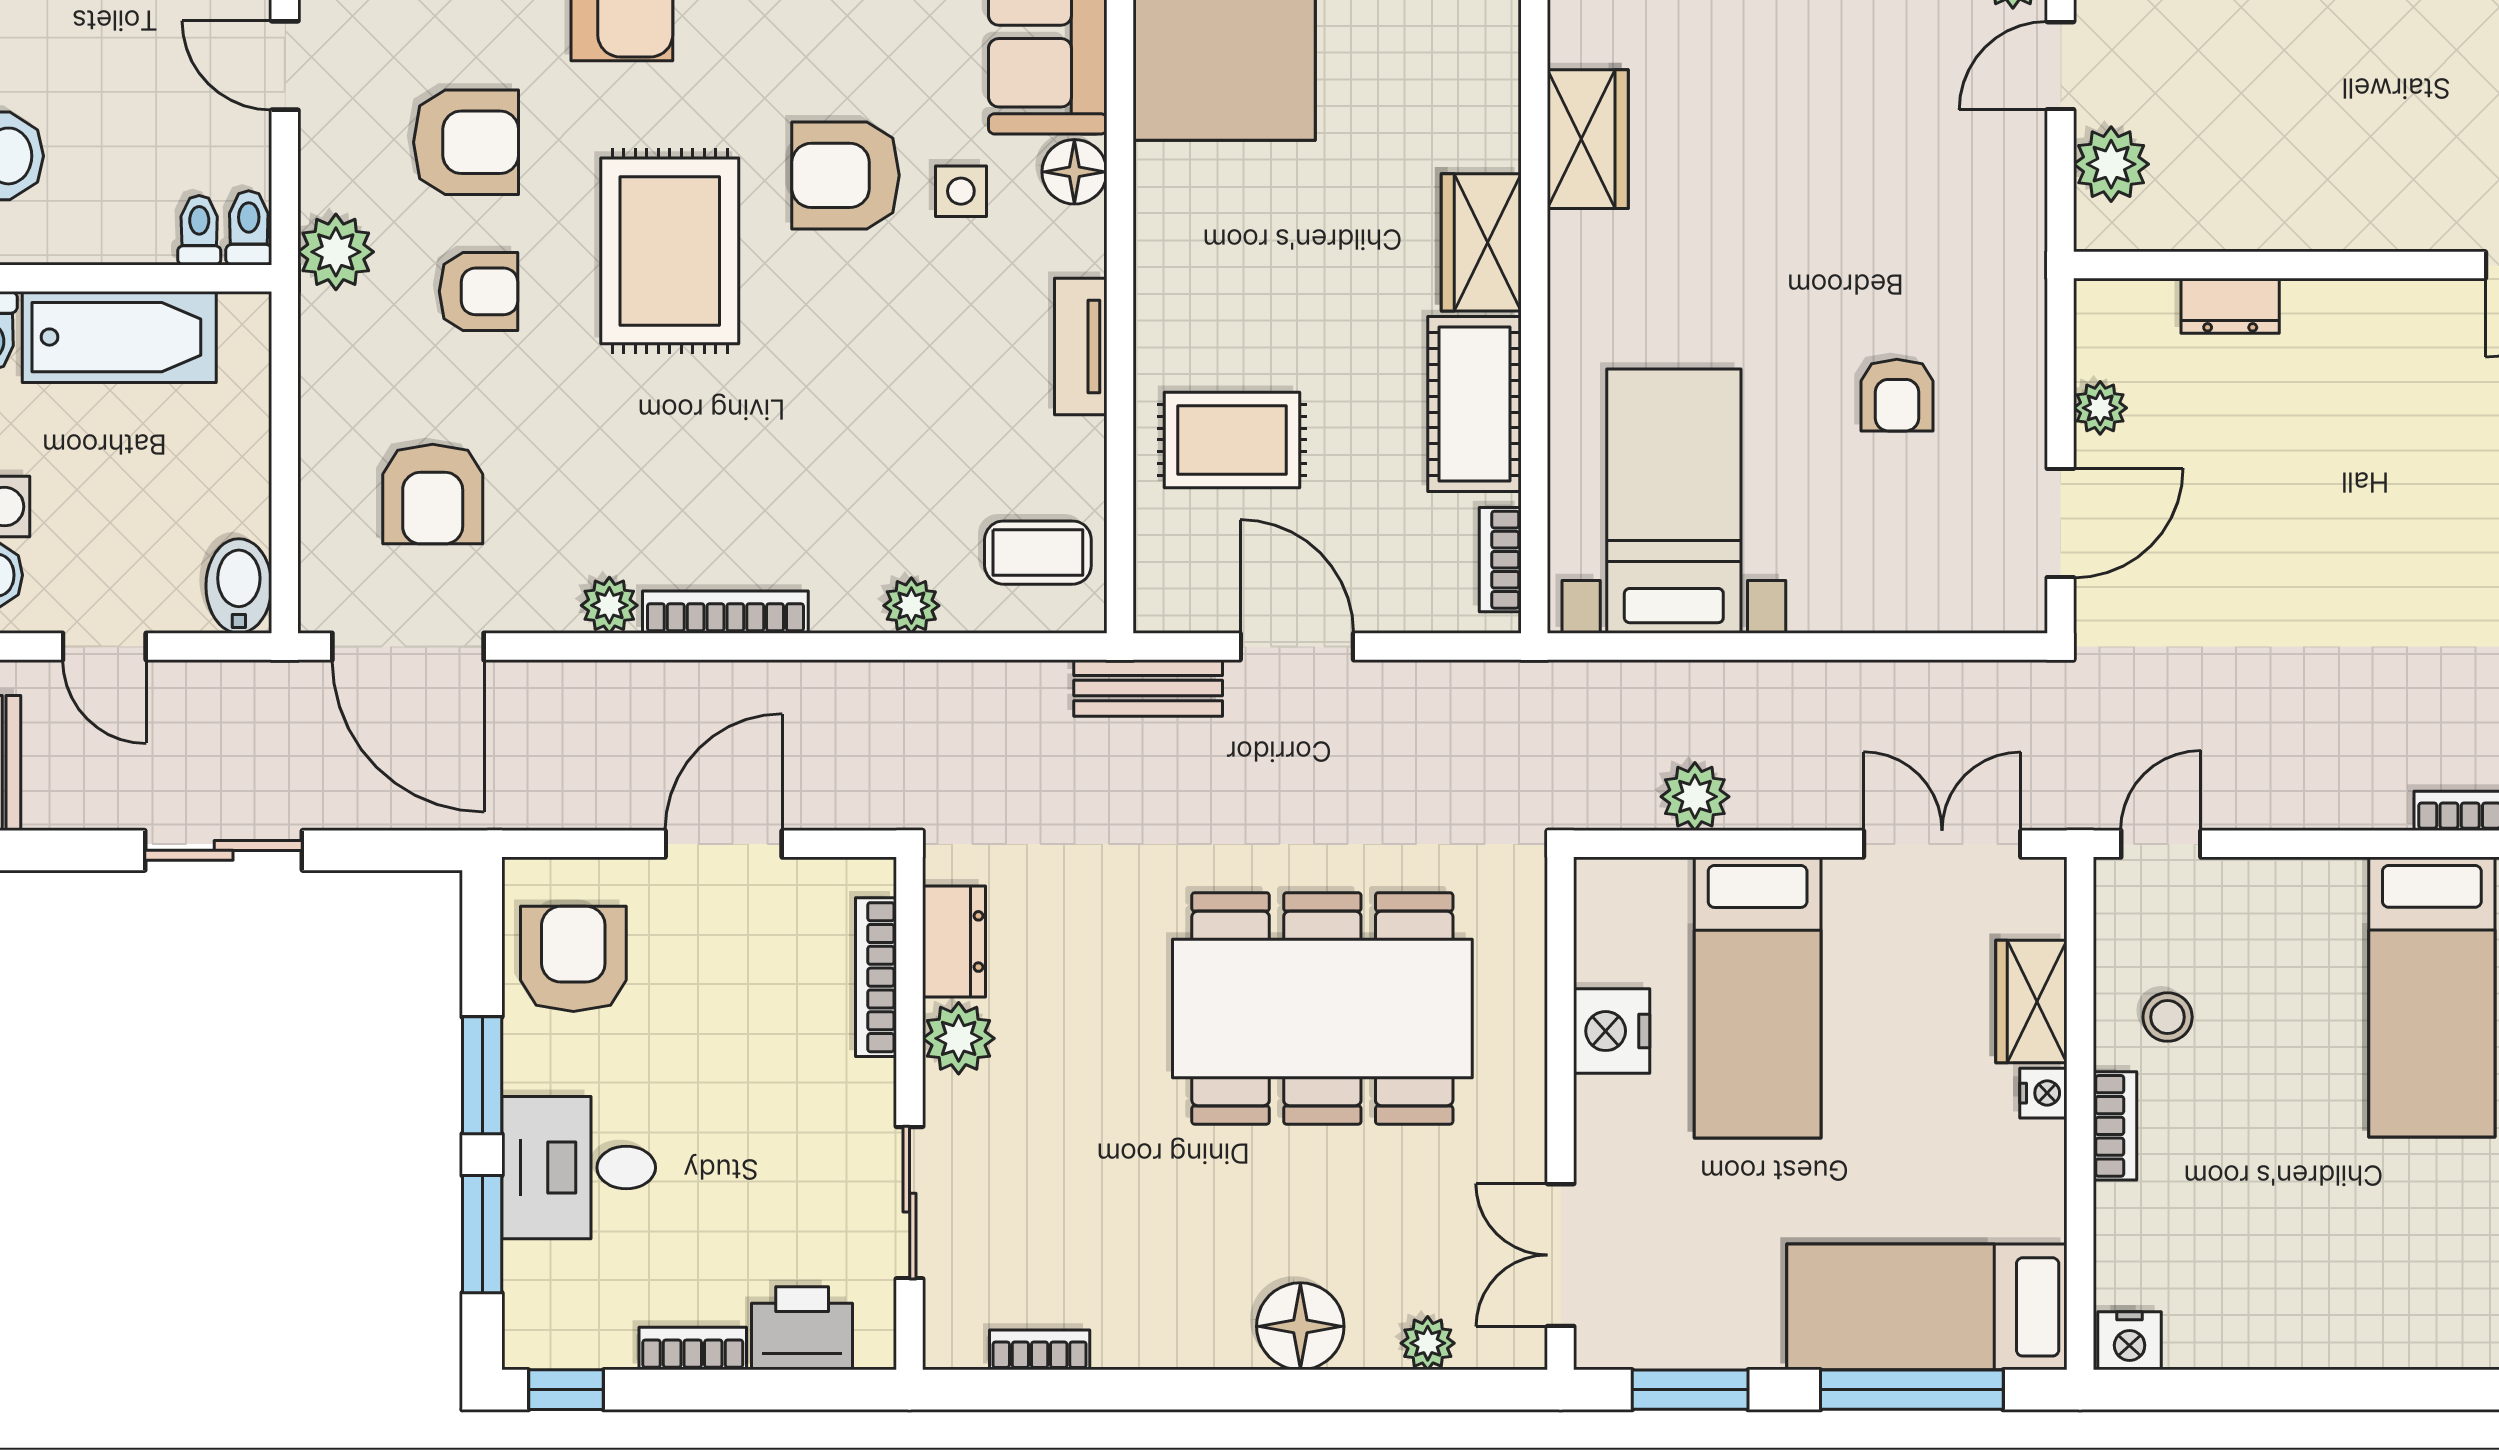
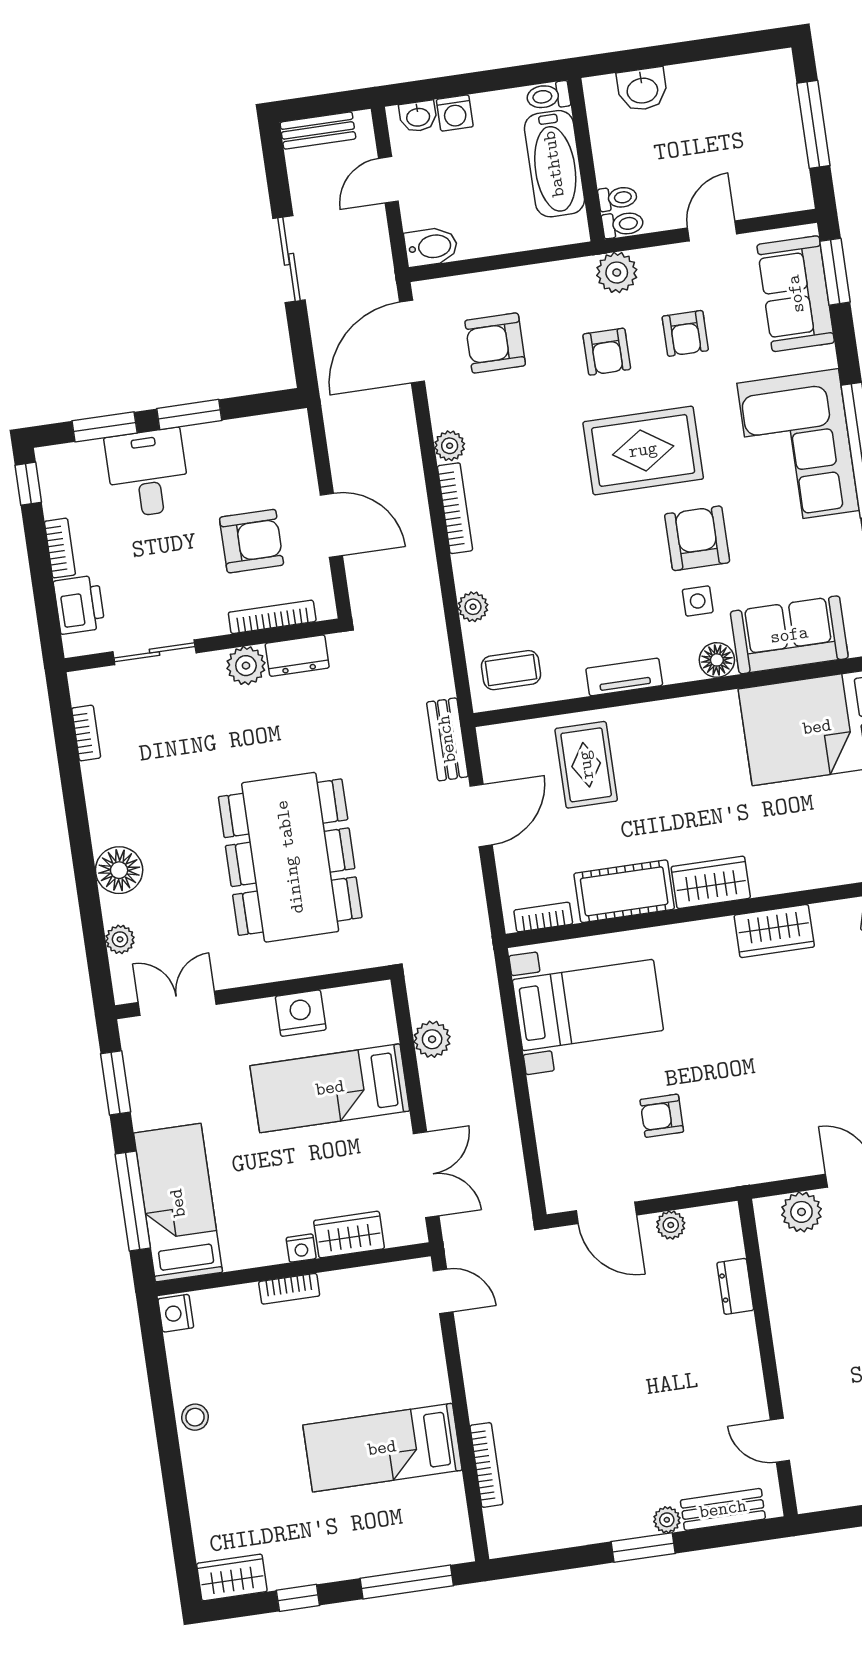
armchair: (466, 142) -> (685, 333), width x0.72, depth x0.72
coffee table: (1038, 553) -> (511, 670), turned 90
armchair: (573, 959) -> (252, 541), moved
stool: (2168, 1017) -> (195, 1417), moved

